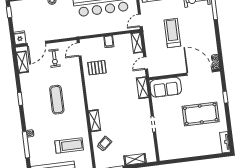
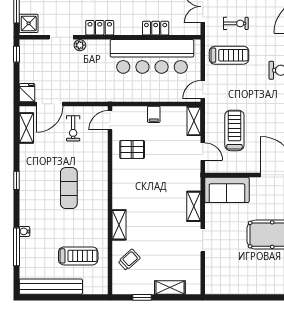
treadmill: (172, 33) -> (234, 130), moved
door: (146, 63) -> (203, 152), swing flipped
shelving: (142, 88) -> (194, 206), moved

